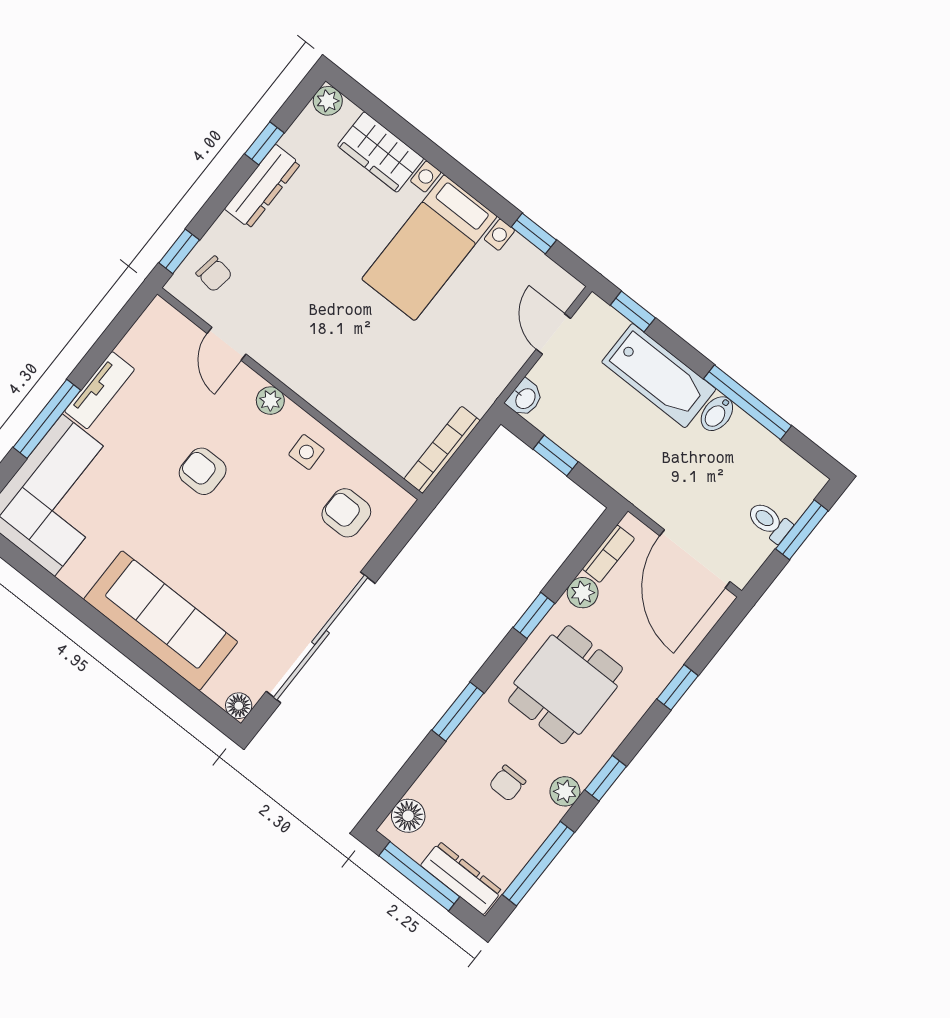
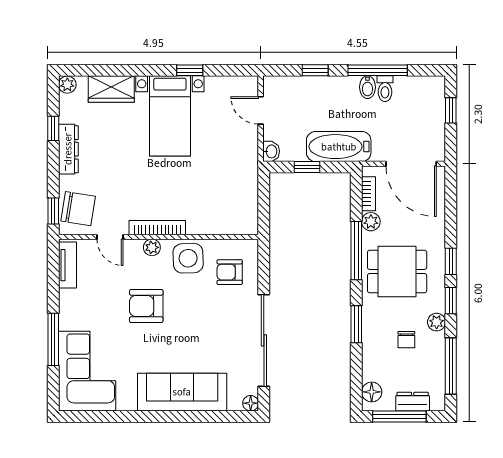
window: (534, 233) -> (190, 70), moved
chair: (214, 274) -> (78, 209), width x1.87, depth x1.87
window: (633, 312) -> (315, 70), moved
bathtub: (659, 376) -> (339, 147), moved, turned 180
tv unit: (100, 390) -> (67, 265), moved
bookcase: (442, 450) -> (157, 228), moved, turned 90
side table: (306, 452) -> (188, 258), width x1.87, depth x1.87
armchair: (203, 471) -> (146, 306), width x1.38, depth x1.38
toilet: (769, 522) -> (385, 89), moved, turned -90
window: (802, 530) -> (451, 110), width x0.67
window: (534, 615) -> (356, 251), width x2.17
dining table: (566, 685) -> (397, 271), turned 90
window: (677, 687) -> (451, 261), moved
dresser: (461, 878) -> (413, 402), width x0.70

